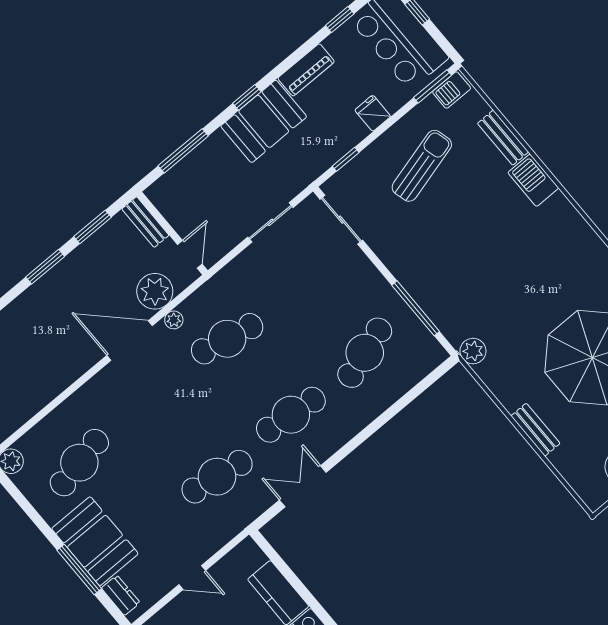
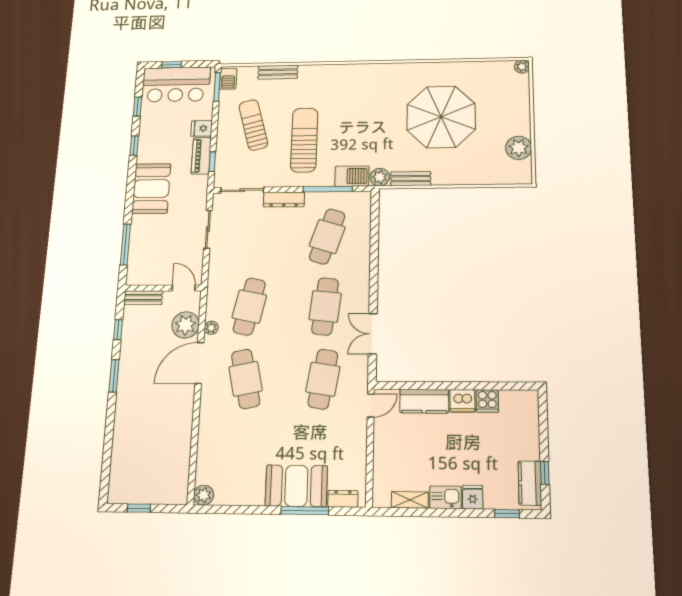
piano: (306, 70) -> (201, 156), moved, turned 180
window: (247, 97) -> (134, 146), moved
barbecue: (533, 180) -> (352, 176), moved, turned 180
window: (93, 227) -> (118, 330), width x0.67
sun lounger: (449, 236) -> (304, 140), added
dresser: (367, 273) -> (284, 199), added
cafe table: (365, 353) -> (327, 236), turned 36
bench: (535, 430) -> (411, 179), moved
cafe table: (79, 463) -> (246, 379), moved
door: (192, 578) -> (371, 405), moved

